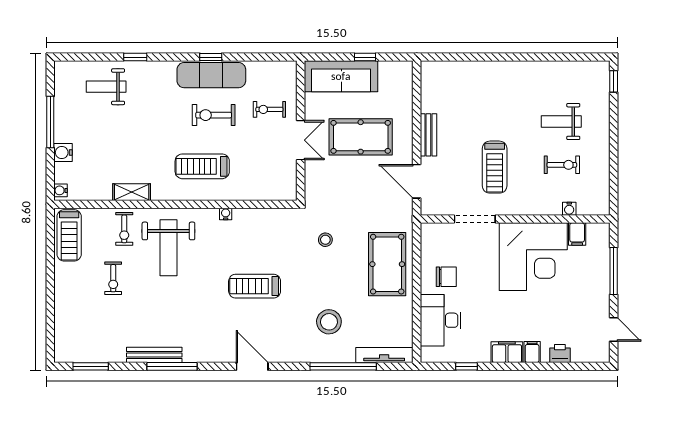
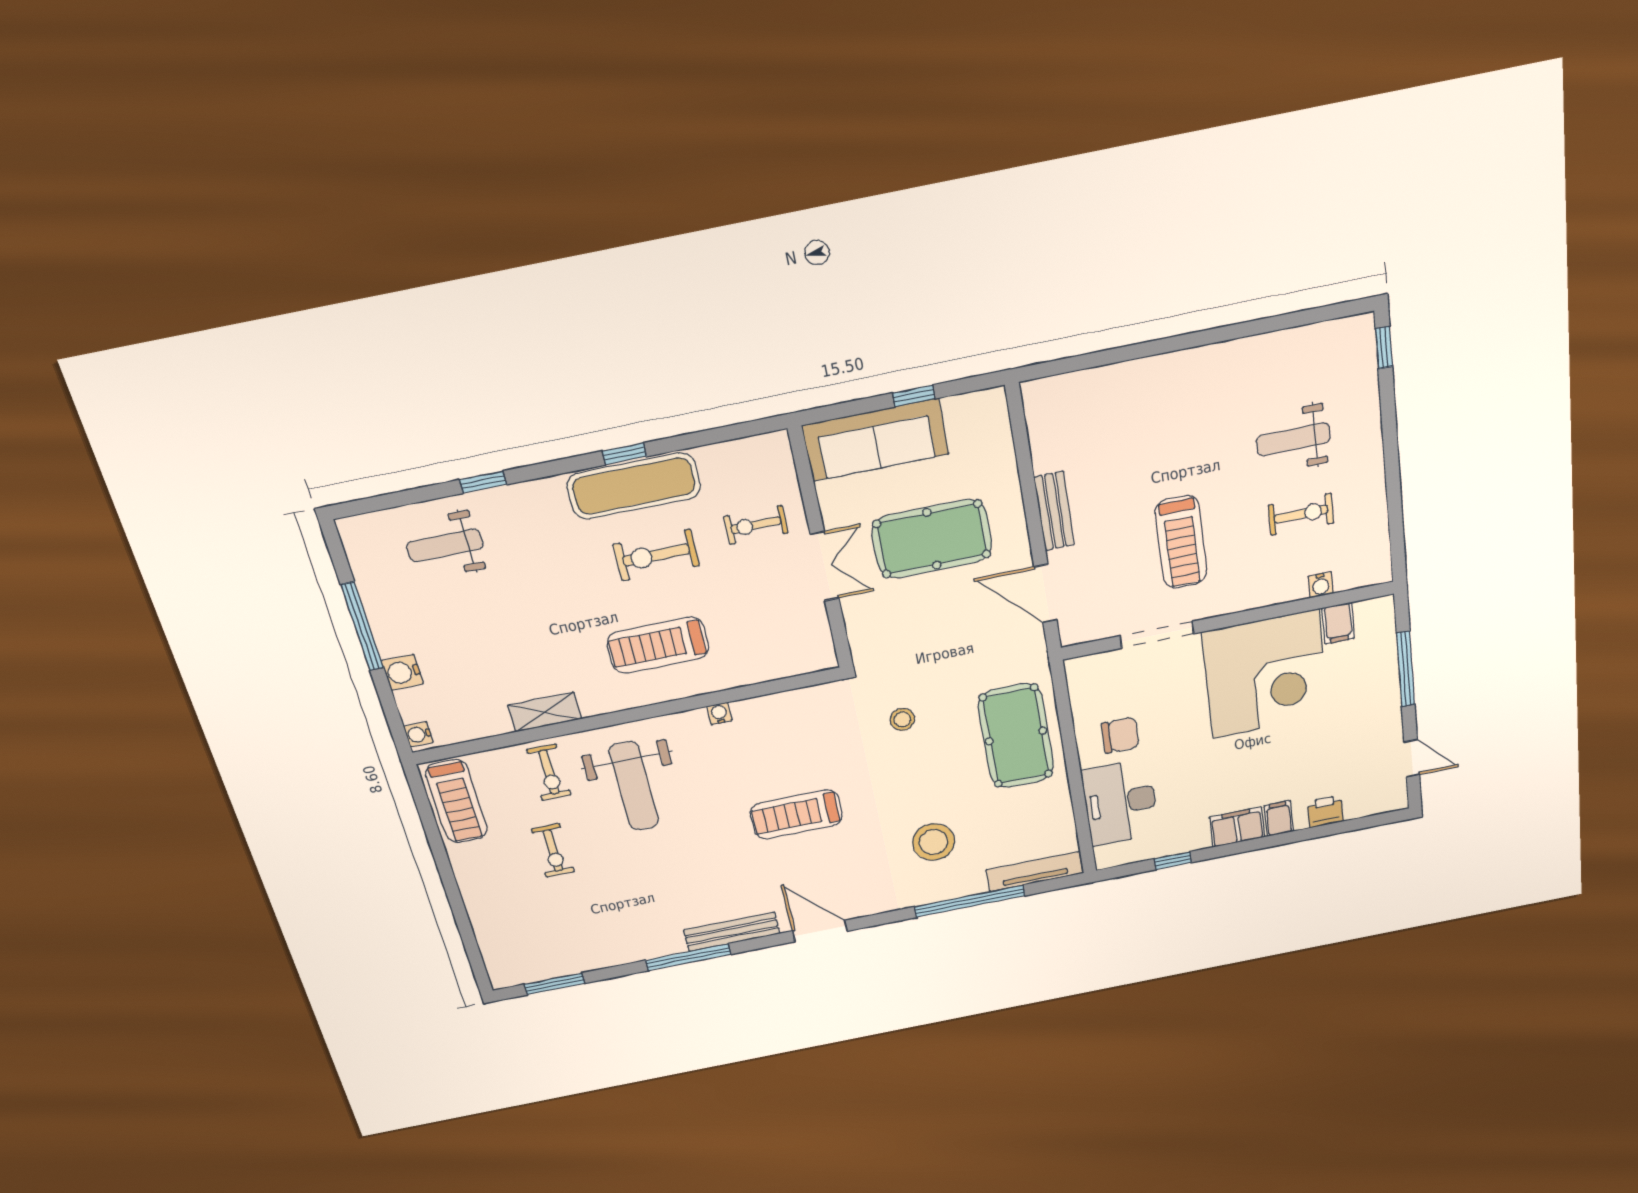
bench: (154, 355) -> (732, 932), moved

